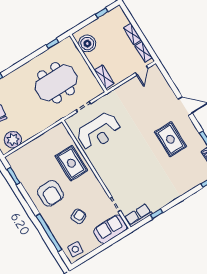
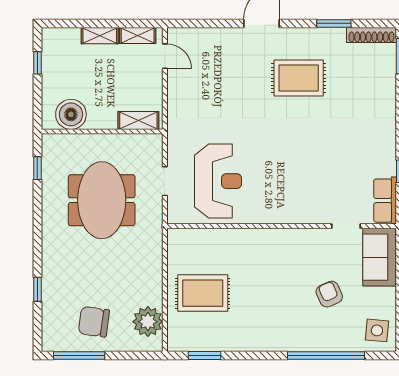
rug: (71, 163) -> (203, 293), moved
armchair: (50, 193) -> (267, 315), removed

